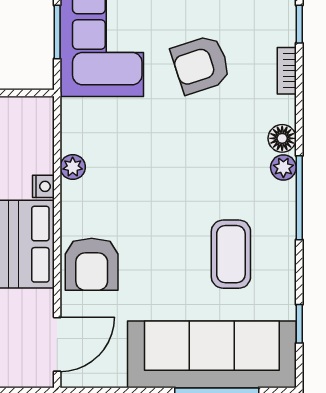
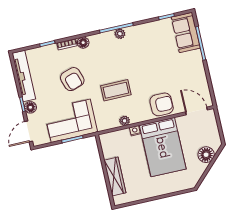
floor lamp: (282, 138) -> (83, 43), moved
plant: (283, 167) -> (120, 34), moved
coffee table: (231, 254) -> (116, 90), moved
sofa: (212, 354) -> (186, 32), width x0.54, depth x0.79

